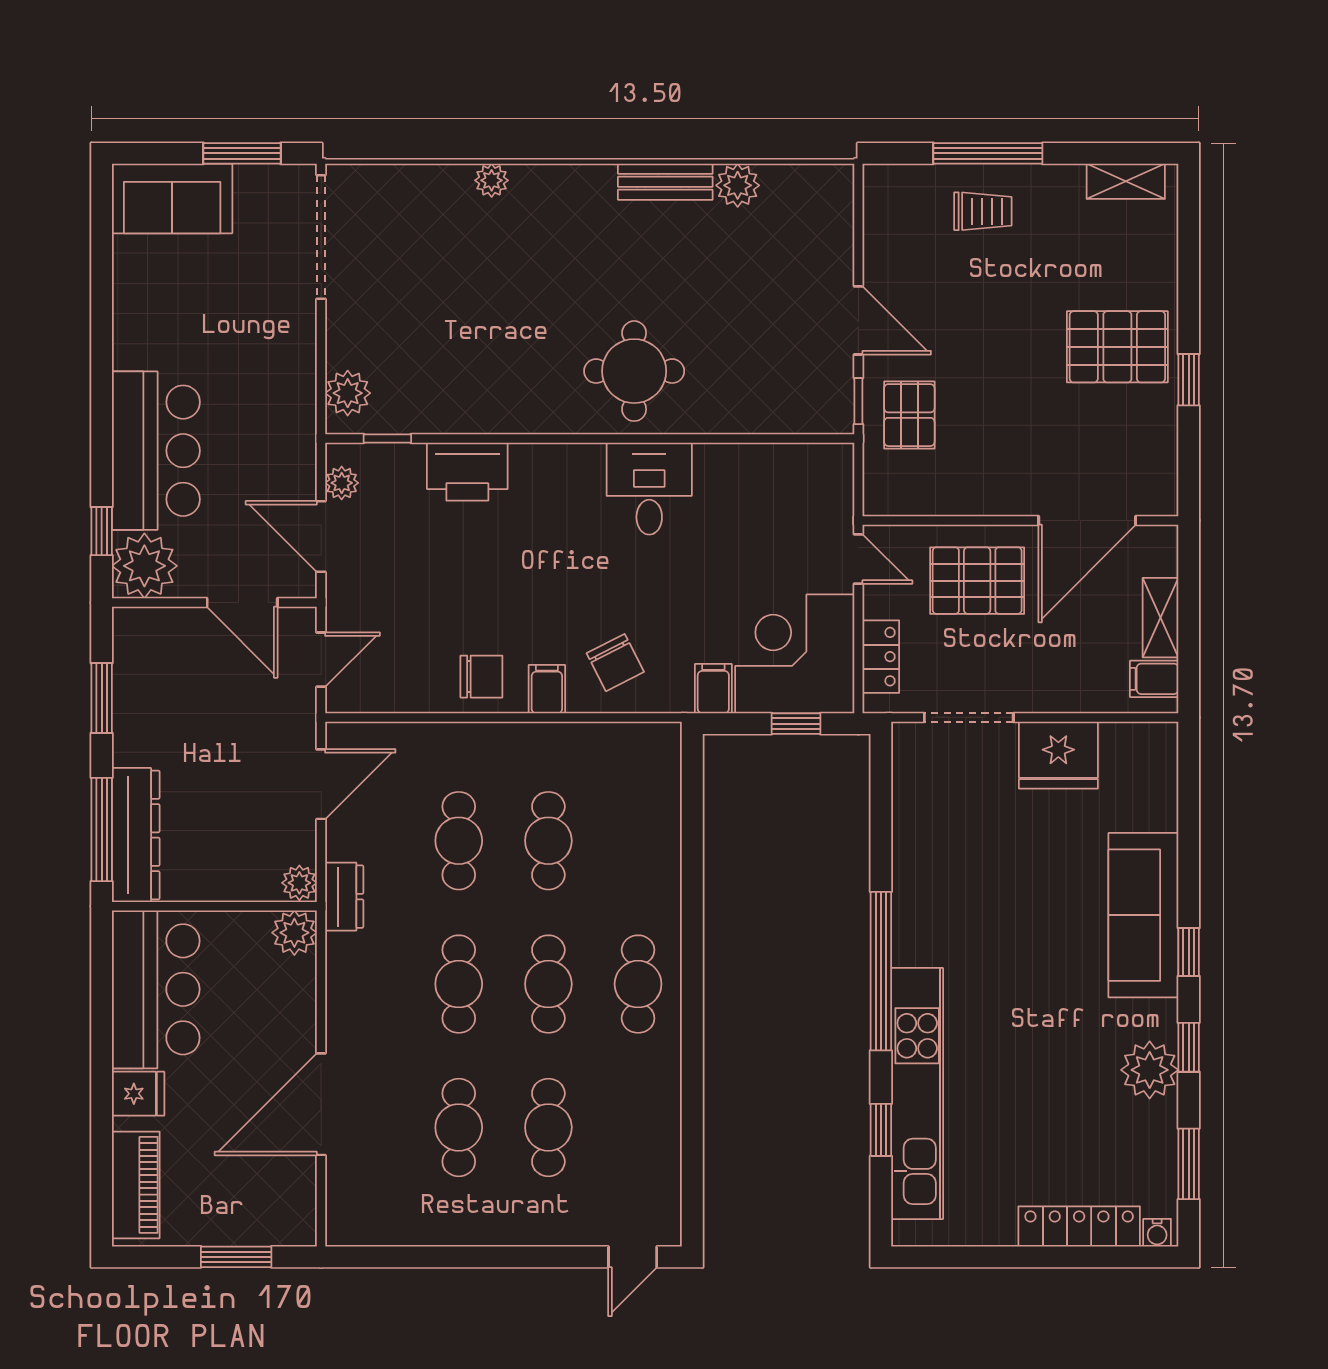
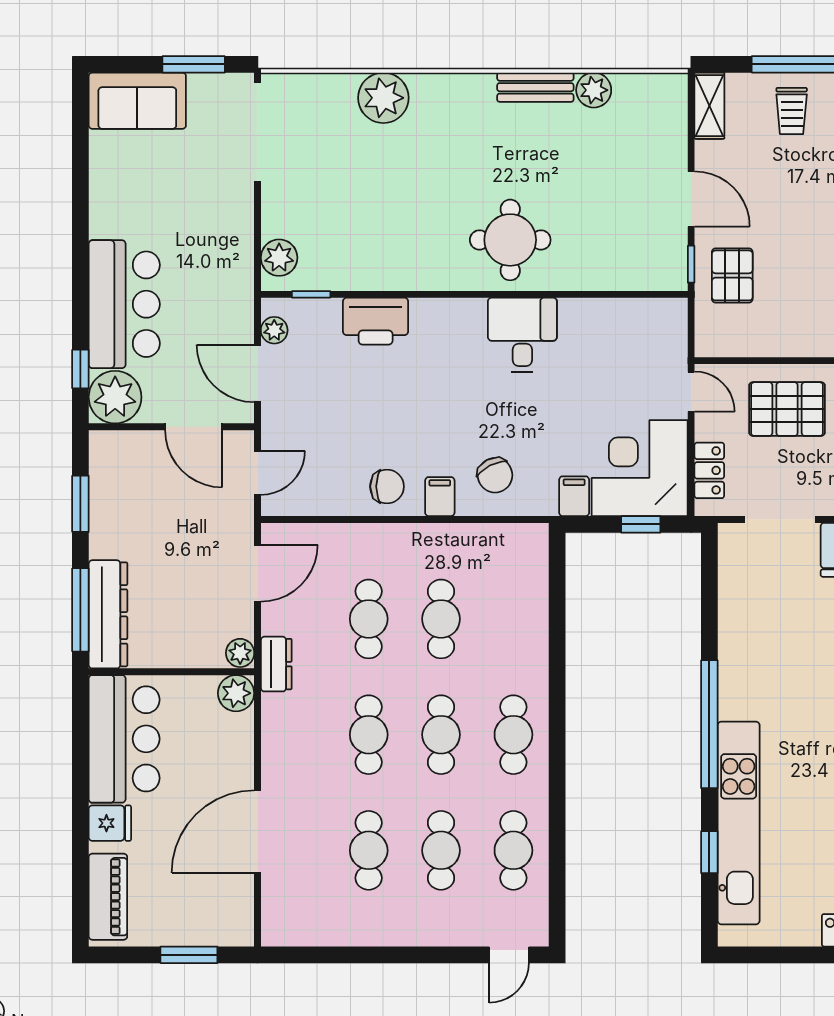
plant: (492, 180) -> (383, 98), width x1.88, depth x1.88
shelving: (881, 205) -> (709, 106), added
trolley: (983, 211) -> (792, 111), turned 90
cafe table: (638, 1127) -> (513, 850), added

